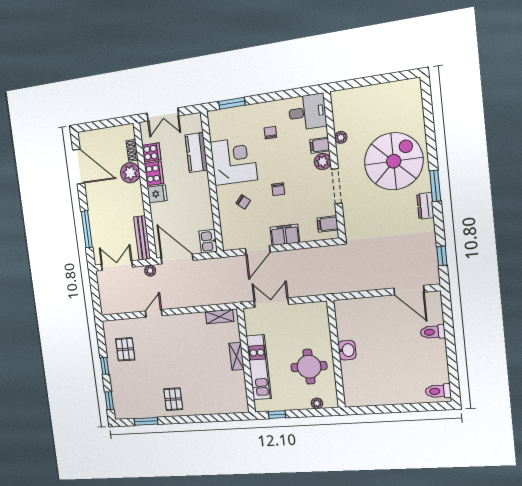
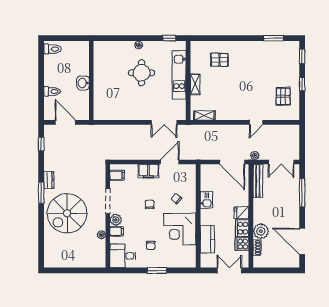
window: (232, 103) -> (157, 270), moved
kitchen sink: (208, 241) -> (206, 200), moved
washbasin: (347, 350) -> (83, 83), moved
wall: (336, 354) -> (91, 81), moved
pallet: (173, 399) -> (219, 60), moved, turned 90

